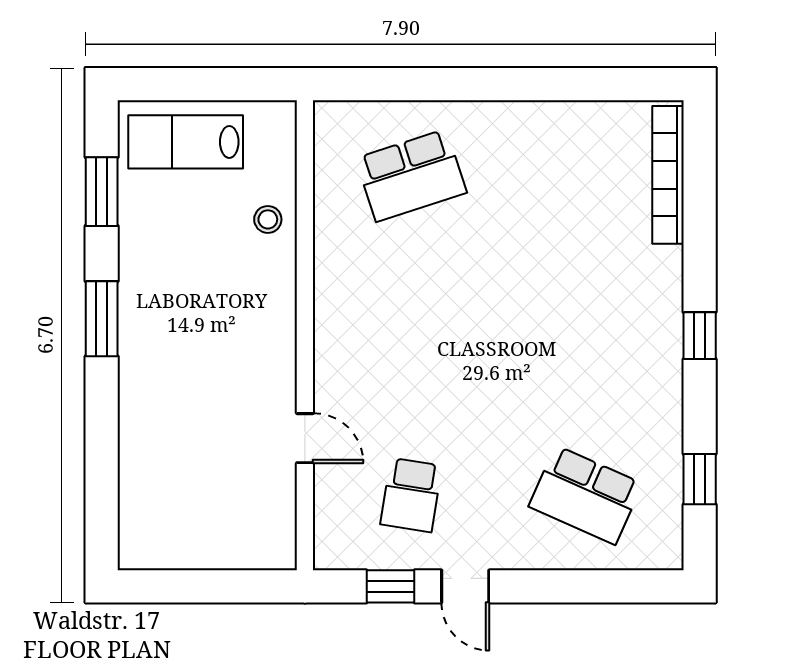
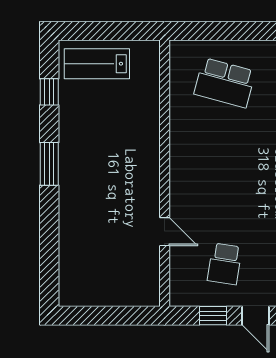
school desk: (411, 175) -> (225, 83), turned 33
window: (102, 192) -> (49, 92), width x0.67
stool: (268, 219) -> (144, 108), removed

